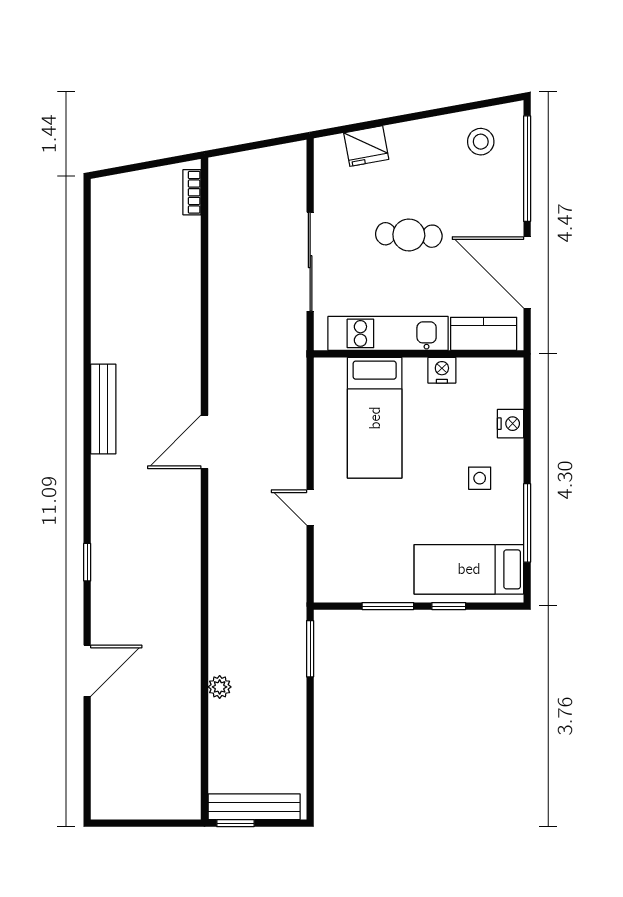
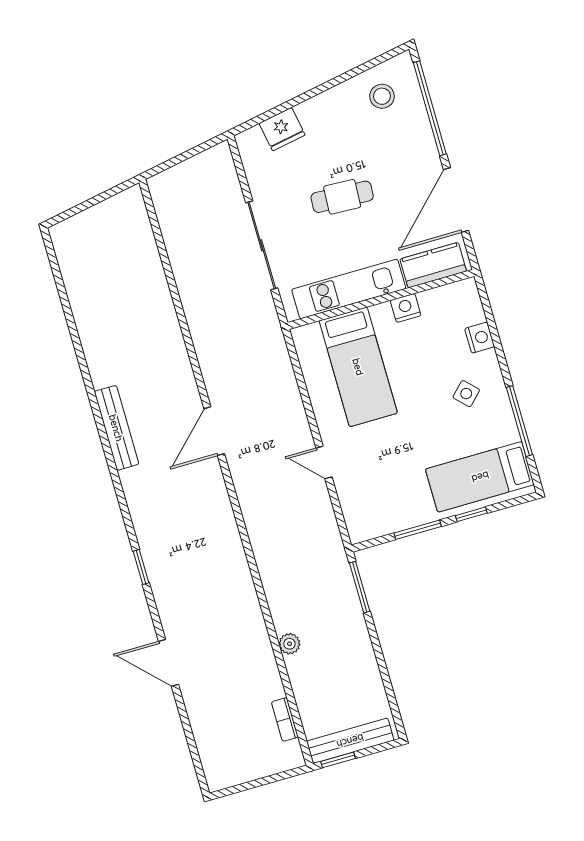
bookcase: (192, 192) -> (285, 719), moved
door: (527, 272) -> (456, 200), hinge flipped
side table: (480, 478) -> (466, 394), turned 45
door: (87, 671) -> (169, 663), swing flipped

